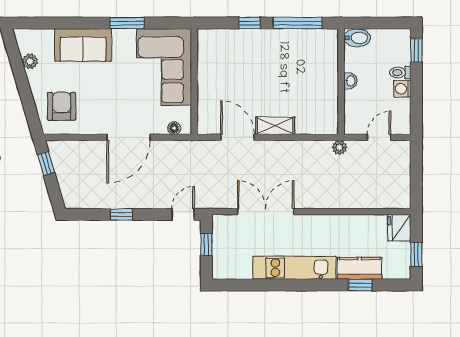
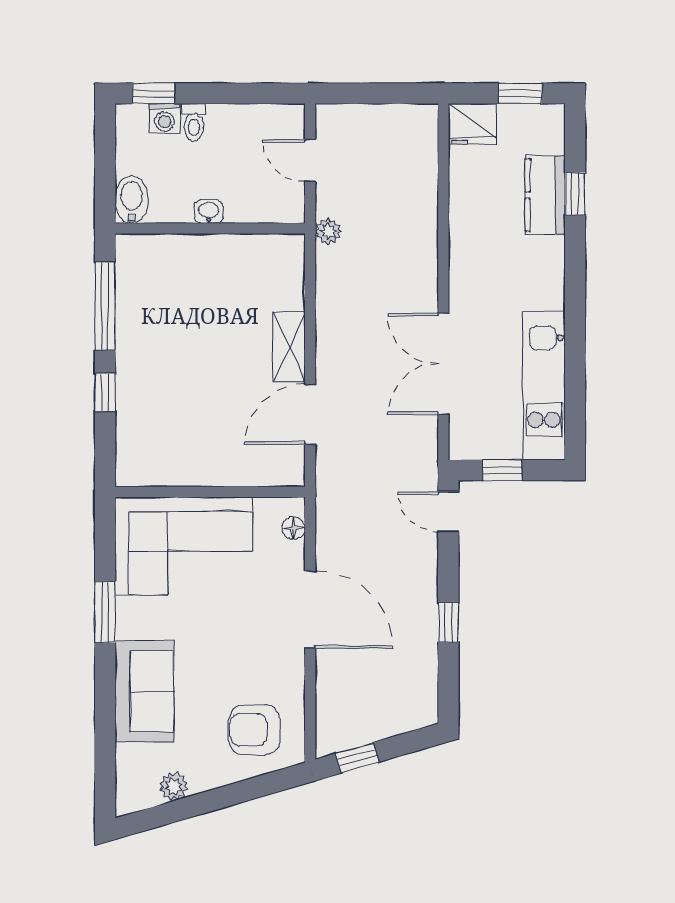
washing machine: (402, 89) -> (165, 119), moved
kitchen unit: (294, 268) -> (544, 386), moved

